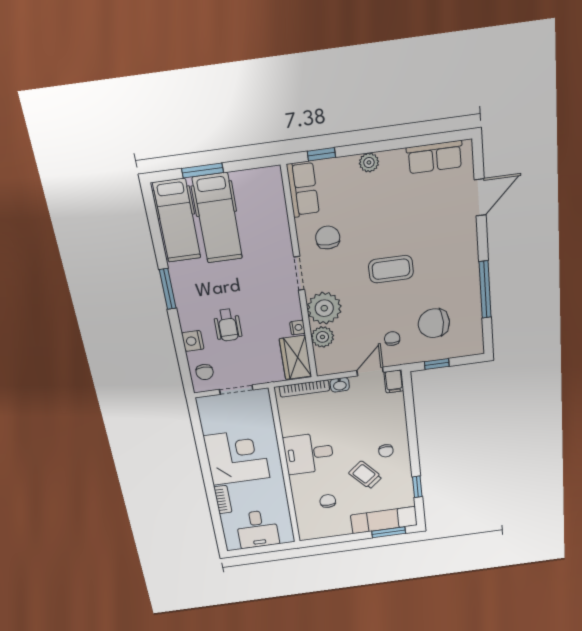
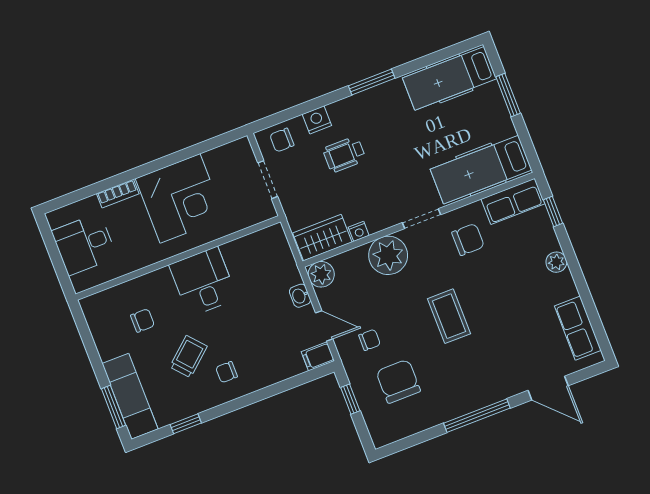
hospital bed: (217, 218) -> (481, 170), moved
window: (485, 290) -> (477, 416), moved
plant: (322, 337) -> (321, 274), moved
bookcase: (304, 388) -> (286, 257), removed

